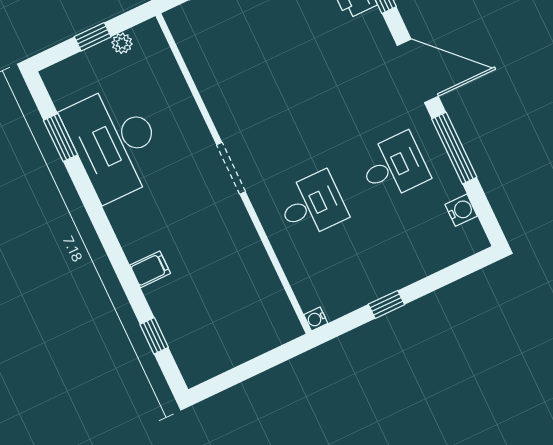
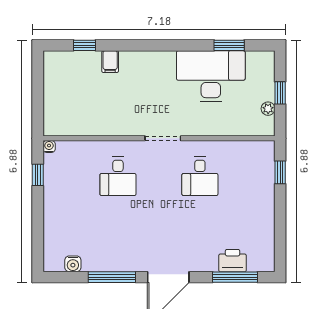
desk: (394, 166) -> (200, 176), moved
filing cabinet: (150, 269) -> (110, 62), moved
window: (386, 304) -> (38, 175), moved

